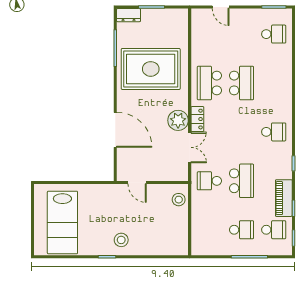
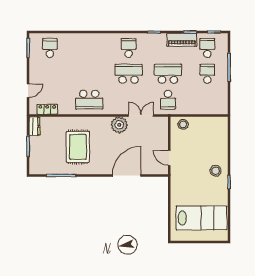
dresser: (129, 15) -> (35, 126), moved
rug: (151, 69) -> (78, 147), width x0.73, depth x0.69
school desk: (242, 83) -> (129, 74), moved
locker: (197, 119) -> (47, 109), moved
door: (137, 182) -> (169, 158), swing flipped

